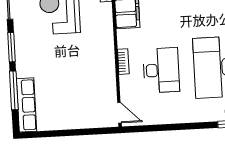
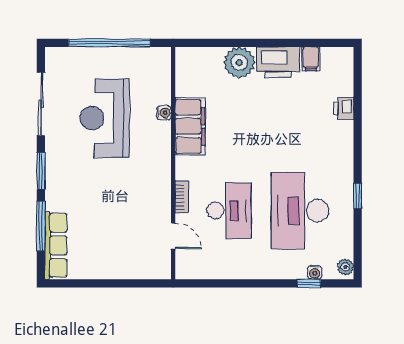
door: (119, 113) -> (173, 236), moved

